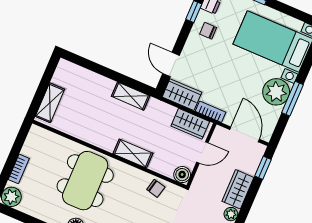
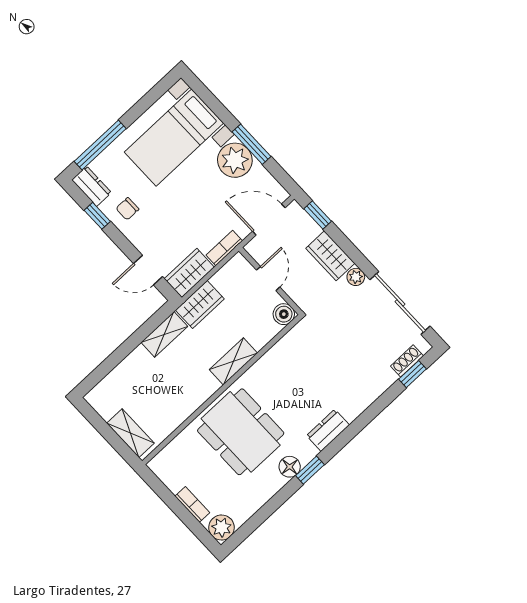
wardrobe: (190, 124) -> (200, 304), moved
chair: (156, 188) -> (286, 352), removed

